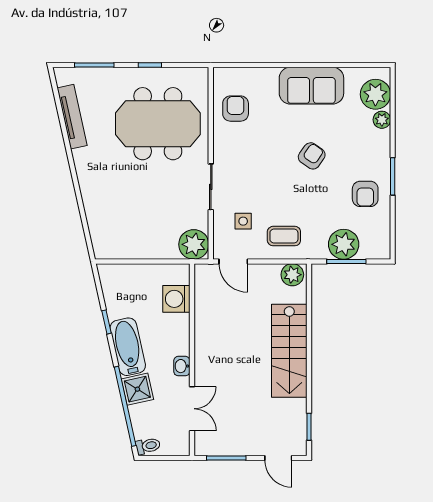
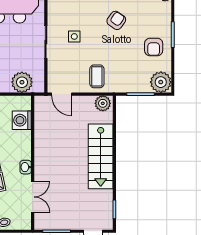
side table: (243, 221) -> (74, 36), moved
coffee table: (284, 236) -> (97, 76), turned 90
plant: (194, 244) -> (22, 82), moved
plant: (344, 244) -> (161, 82), moved

